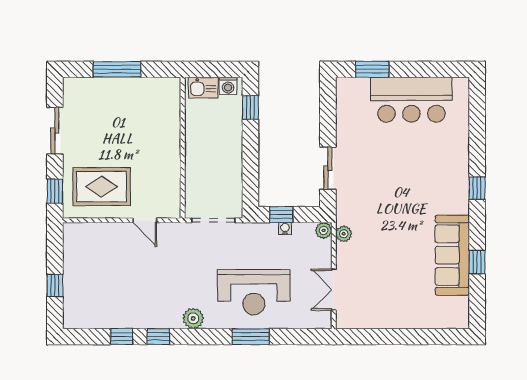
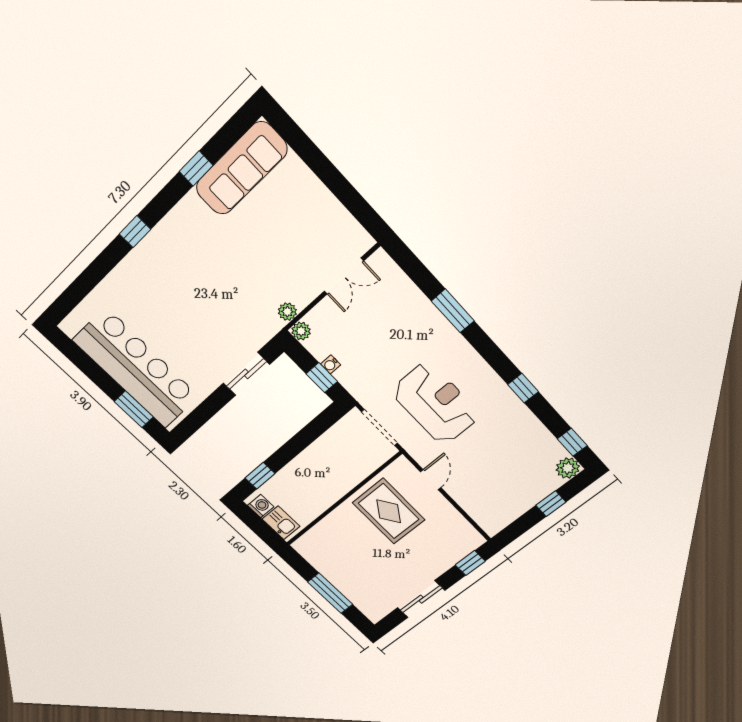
bar counter: (411, 100) -> (136, 368), width x1.36
rug: (102, 187) -> (389, 511), moved
sofa: (452, 255) -> (241, 169), moved
reception desk: (254, 292) -> (436, 403), moved
plant: (193, 318) -> (568, 468), moved
window: (122, 337) -> (572, 442), moved

